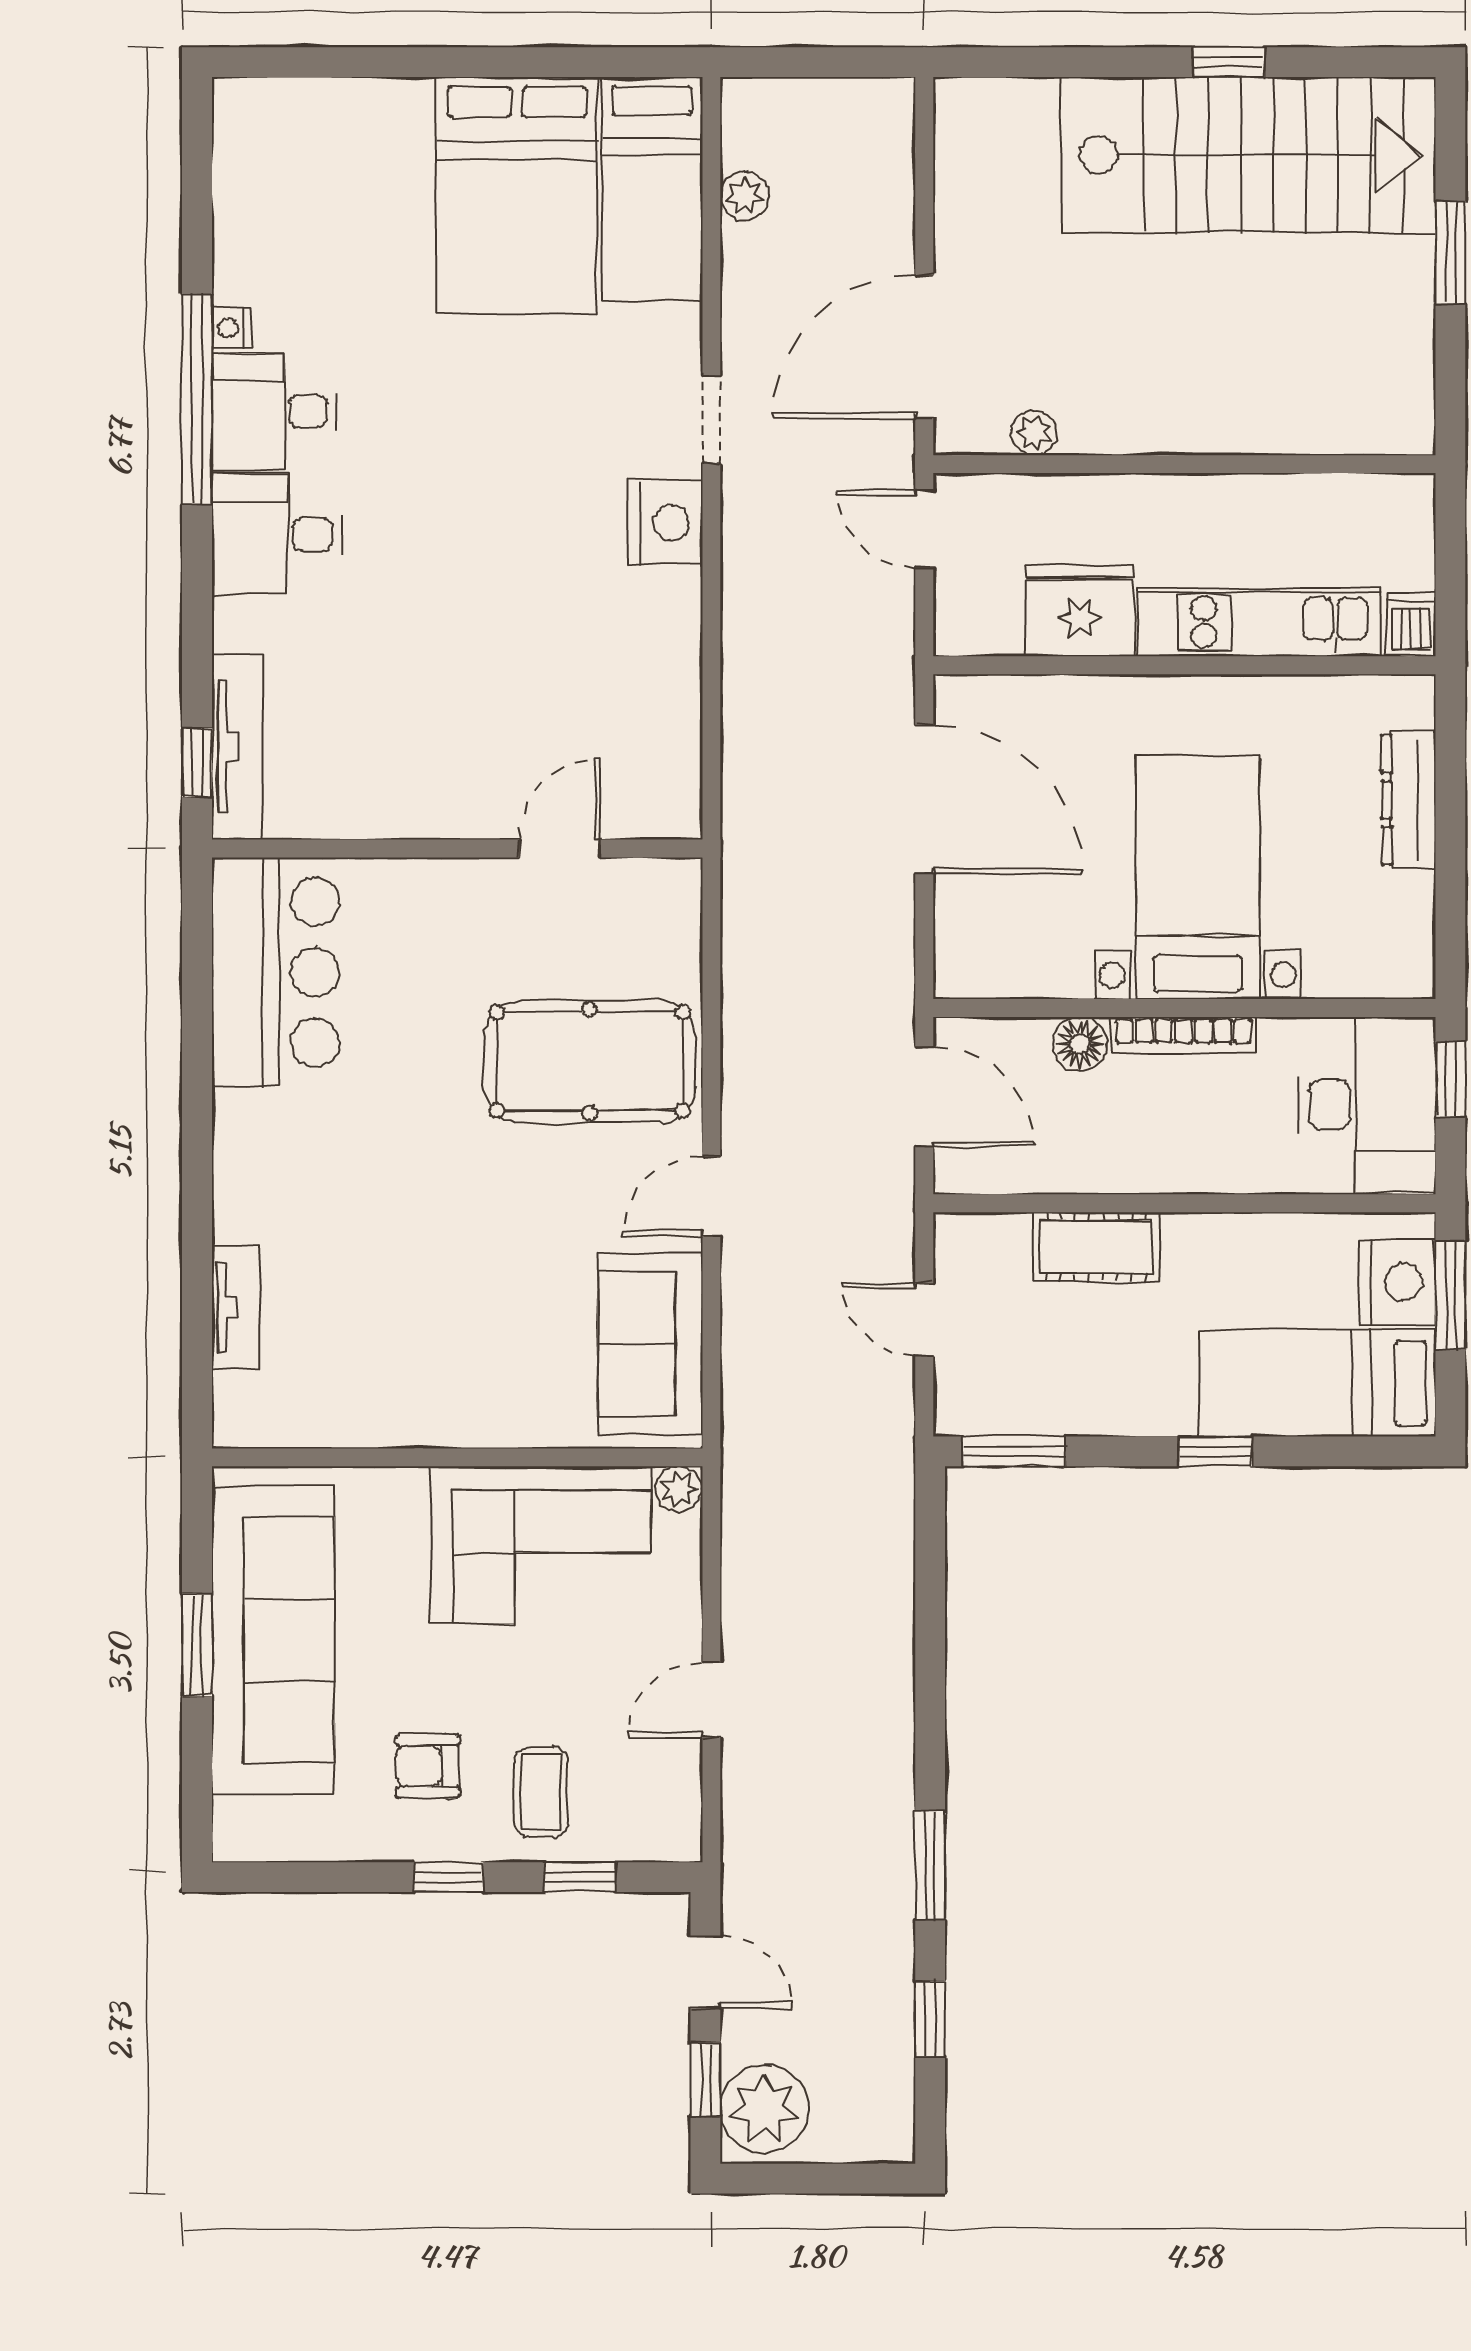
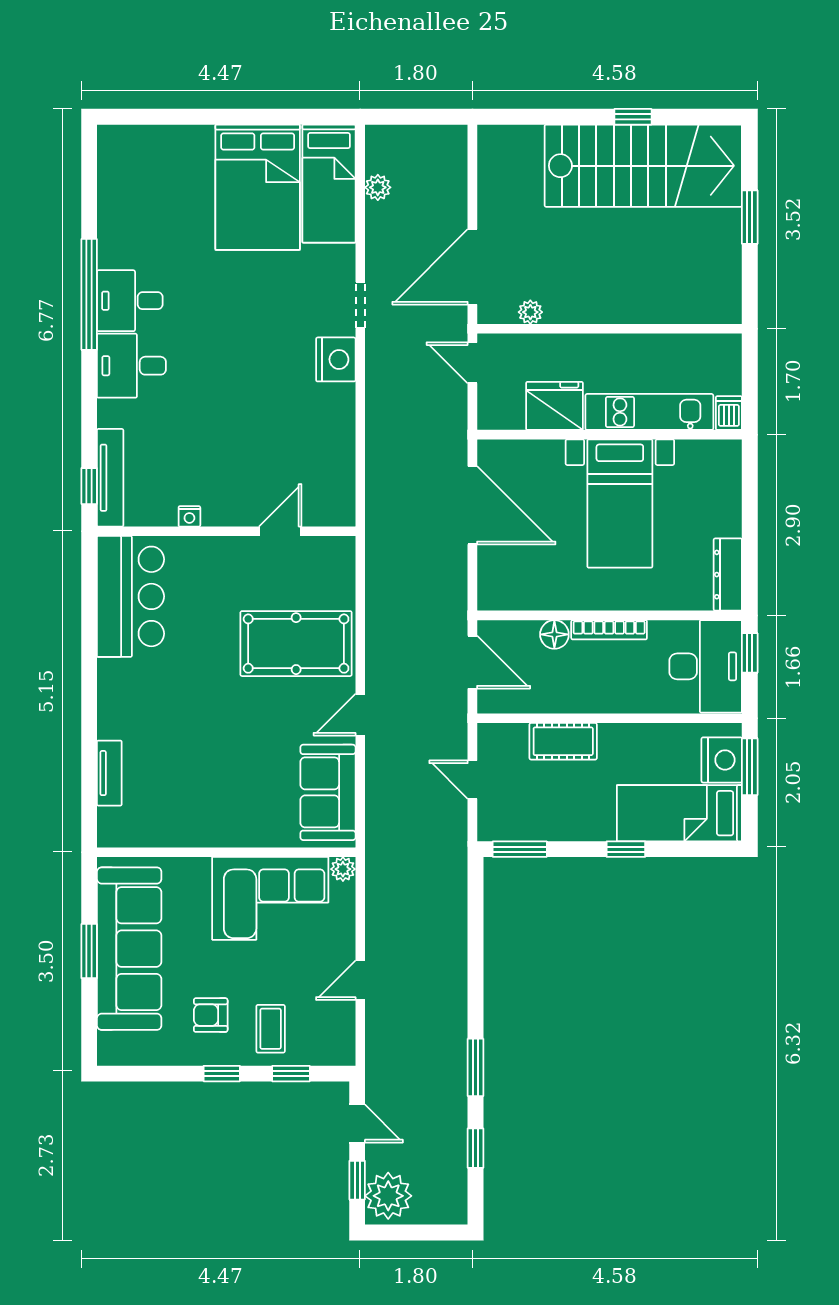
nightstand: (231, 328) -> (189, 516), moved, turned -90
dresser: (1409, 800) -> (728, 575), moved
bed with nightstands: (1198, 877) -> (620, 504), moved, turned 180

